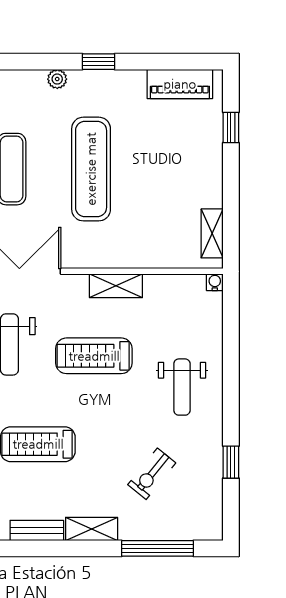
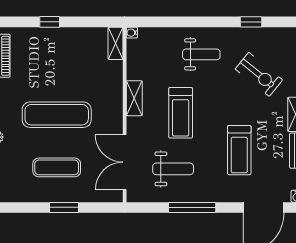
window: (231, 127) -> (50, 22), moved
shelving: (212, 233) -> (116, 43), moved, turned 90
exercise bike: (152, 474) -> (259, 74), width x1.38, depth x1.39

